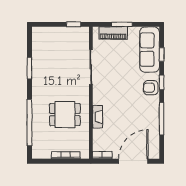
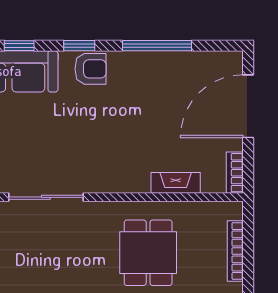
armchair: (151, 88) -> (91, 69), turned -90
fireplace: (97, 117) -> (176, 183), moved
door: (133, 161) -> (248, 106), hinge flipped

